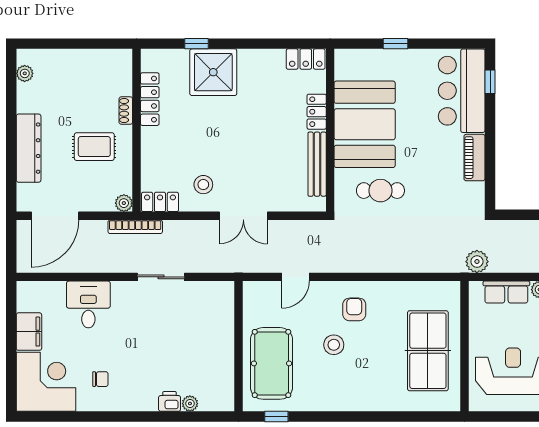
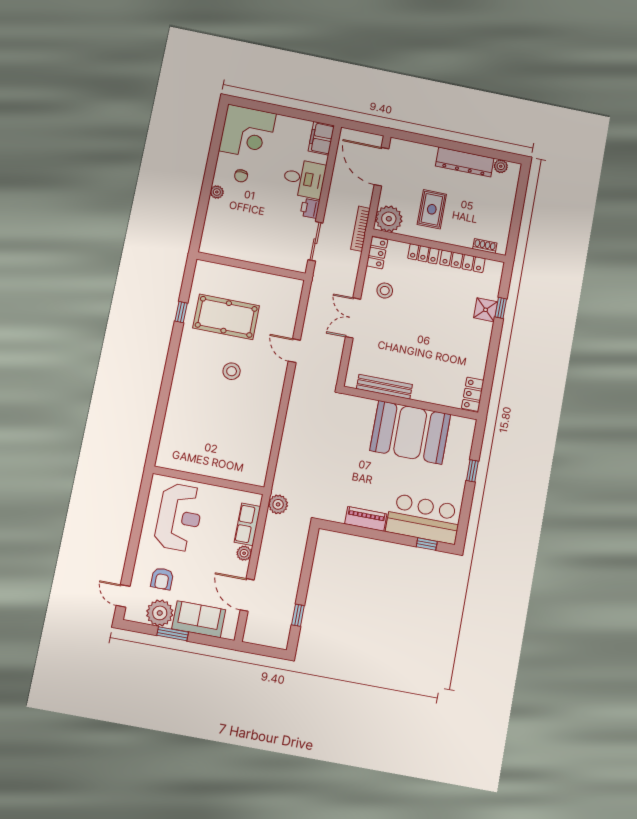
shower: (213, 72) -> (486, 310), width x0.54, depth x0.54
shoe rack: (126, 111) -> (485, 246), moved
locker: (317, 112) -> (423, 254), moved, turned 180
dresser: (29, 148) -> (465, 162), moved
cafe table: (380, 191) -> (353, 435), removed
plant: (124, 203) -> (389, 219), width x1.87, depth x1.87
armchair: (354, 309) -> (258, 394), removed
filing cabinet: (29, 332) -> (321, 138), moved, turned 90
wall: (238, 346) -> (251, 266), moved
table tennis table: (428, 351) -> (211, 449), removed
printer: (170, 401) -> (310, 208), moved, turned 180
plant: (190, 404) -> (217, 192), moved

